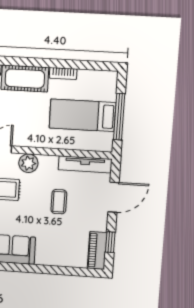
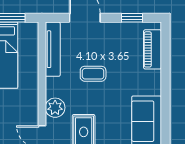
piano: (97, 250) -> (153, 49), moved, turned 90

